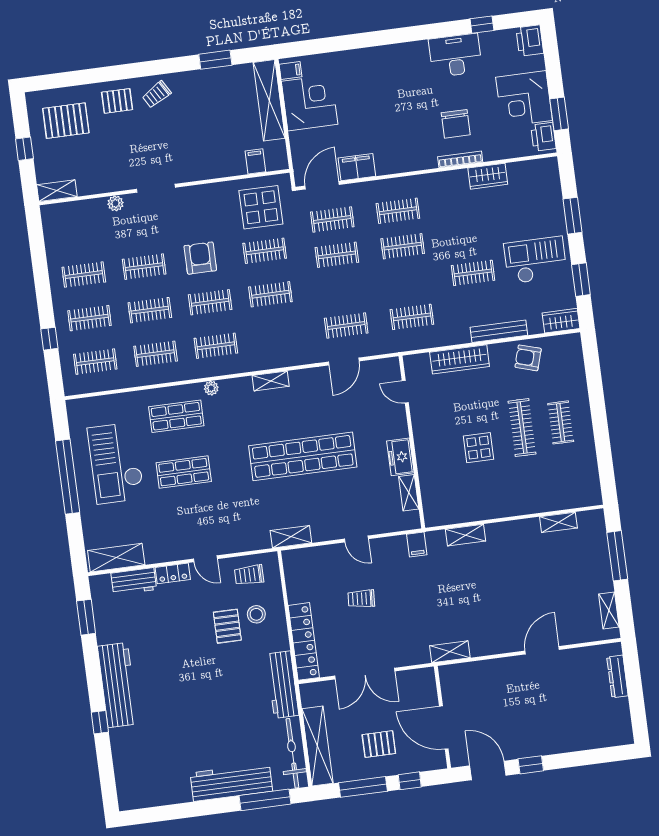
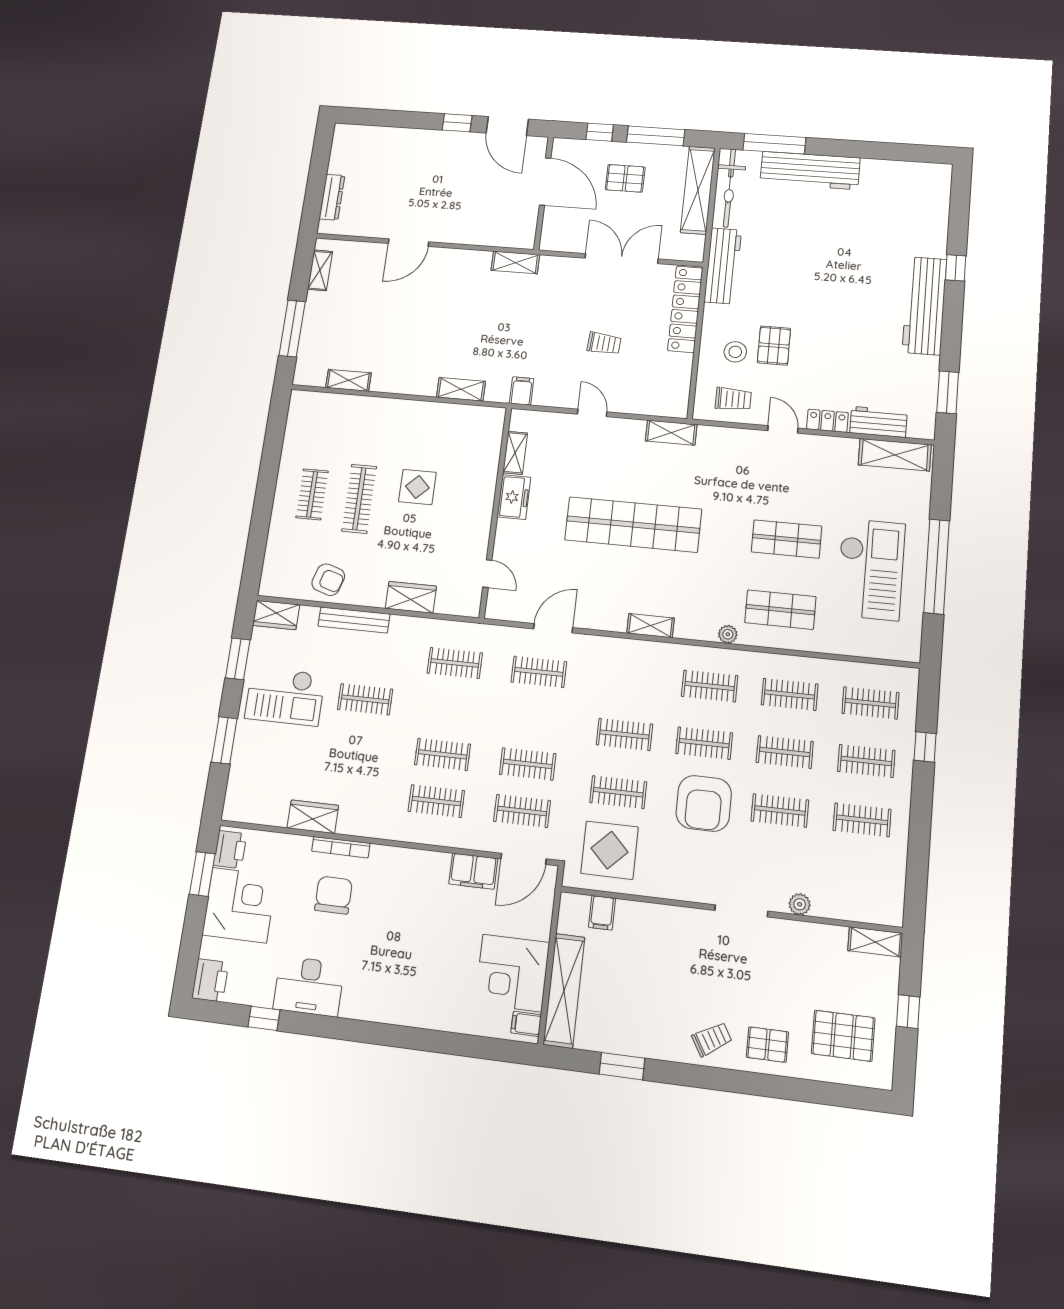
armchair: (200, 258) -> (704, 803), width x1.36, depth x1.36
wardrobe: (460, 359) -> (411, 597), width x0.67

